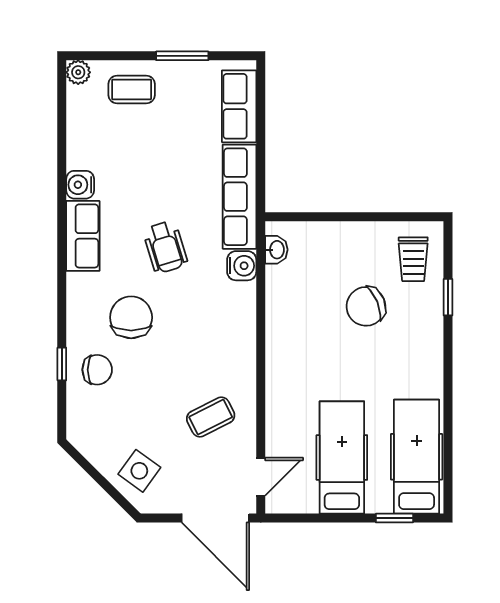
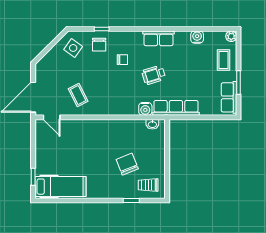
row of seats: (239, 106) -> (229, 97), moved, turned -90
water cooler: (80, 185) -> (197, 37), moved
chair: (131, 317) -> (122, 60), width x0.54, depth x0.54
hospital bed: (342, 458) -> (60, 153), removed
side table: (139, 471) -> (73, 48), moved

